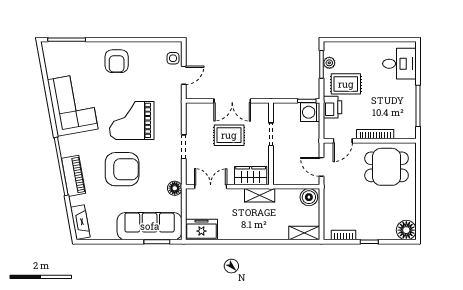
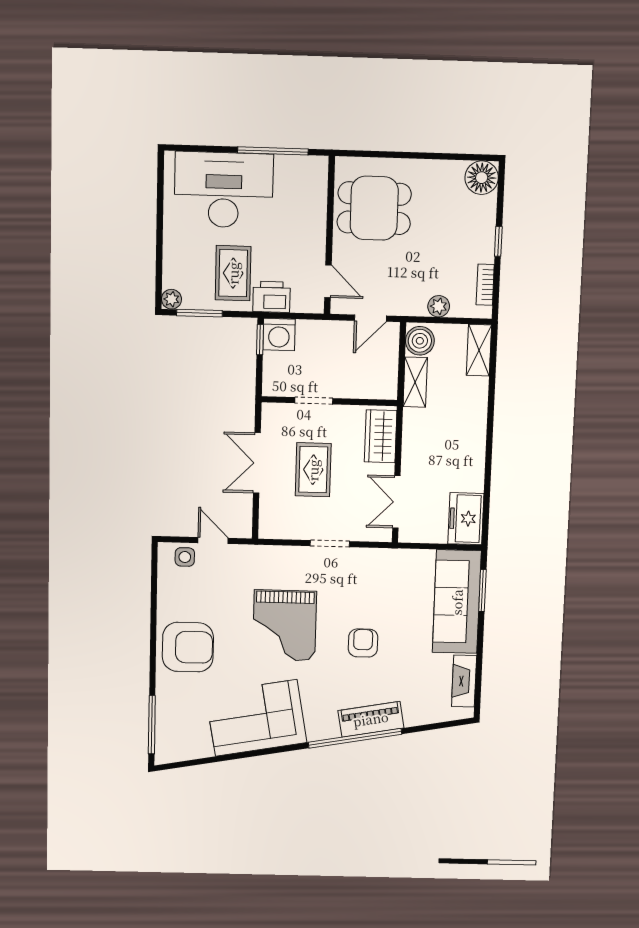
armchair: (117, 61) -> (188, 647), width x1.36, depth x1.36
plant: (329, 63) -> (171, 299), moved
desk: (399, 64) -> (224, 190), width x1.87, depth x1.30
double door: (232, 101) -> (257, 463), swing flipped
bookcase: (375, 134) -> (319, 226), removed
dining table: (387, 167) -> (374, 208), turned 90
armchair: (122, 169) -> (363, 643), width x0.53, depth x0.53
floor lamp: (175, 188) -> (397, 560), removed
shelving: (260, 195) -> (415, 382), moved
plant: (330, 208) -> (439, 306), added
fireplace: (80, 222) -> (464, 681), moved, turned -80

